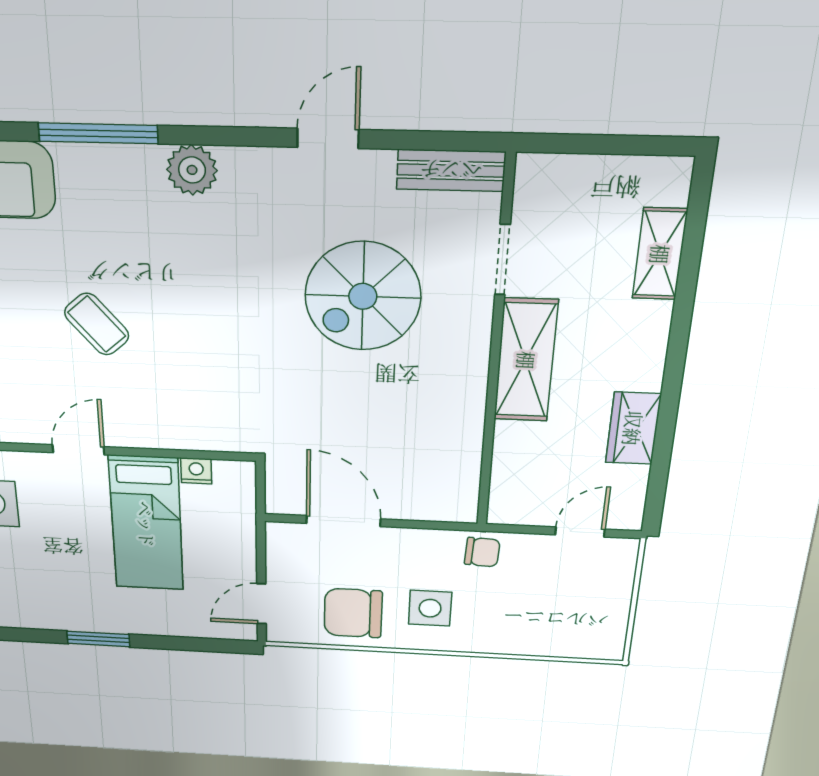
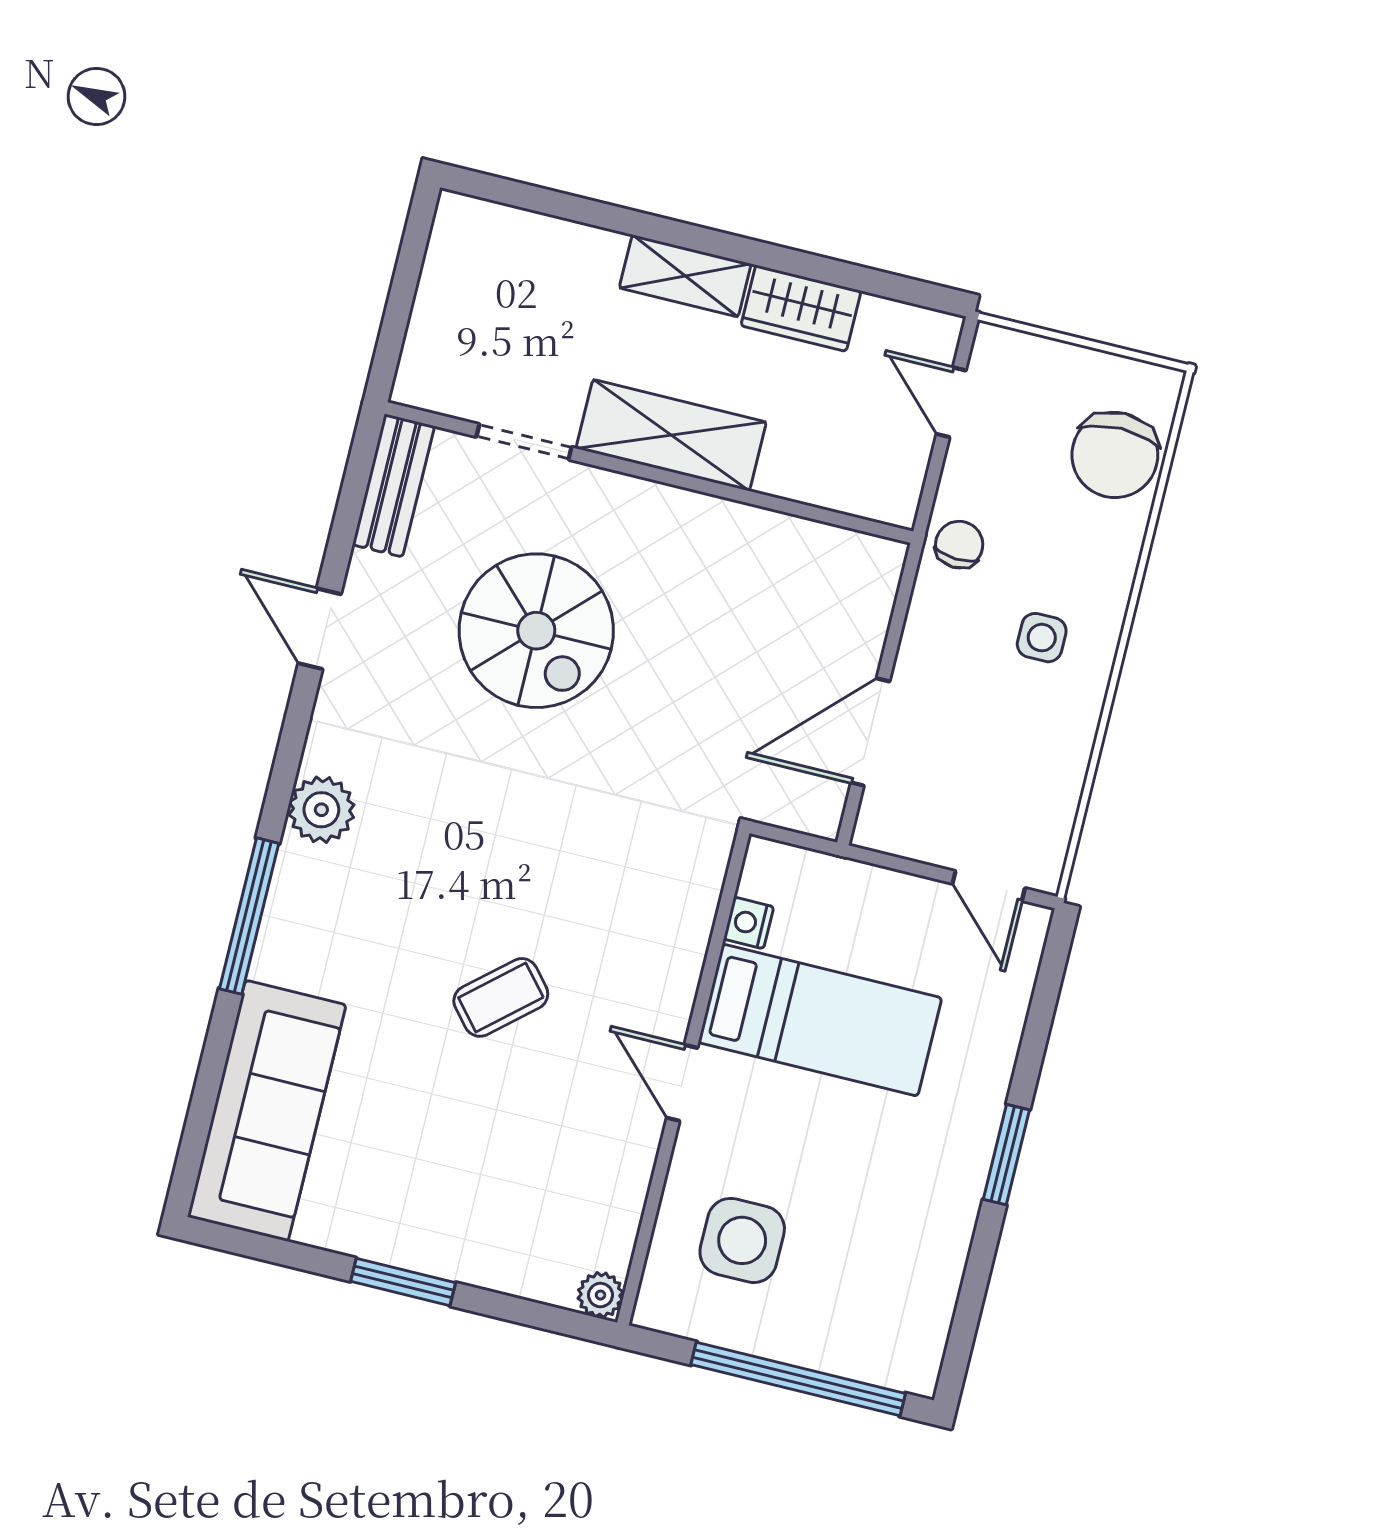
shelving: (660, 254) -> (685, 276), moved
side table: (430, 608) -> (1042, 638), width x0.73, depth x0.73
chair: (353, 613) -> (1115, 455), moved

